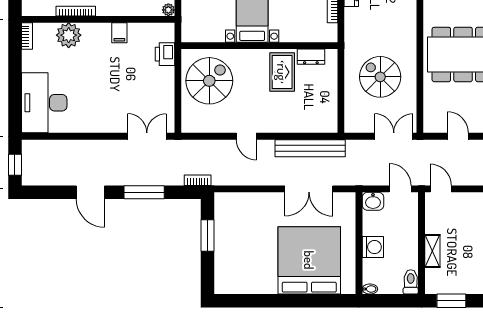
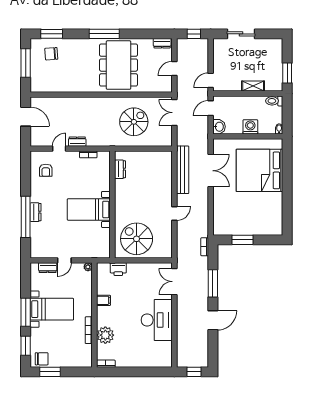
rug: (282, 72) -> (131, 189), removed
spiral stairs: (380, 77) -> (134, 122), turned 180
desk: (44, 103) -> (157, 320), moved, turned -90

